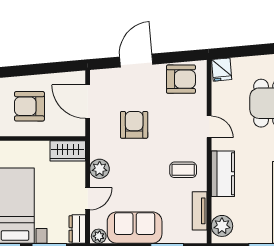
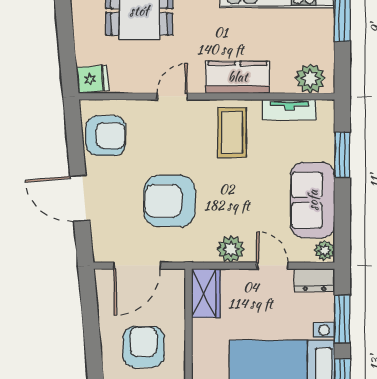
armchair: (181, 79) -> (106, 136), turned 90
armchair: (29, 106) -> (144, 347), turned 180
armchair: (134, 125) -> (169, 201), width x1.36, depth x1.36
coffee table: (183, 170) -> (232, 133), width x1.36, depth x1.30

